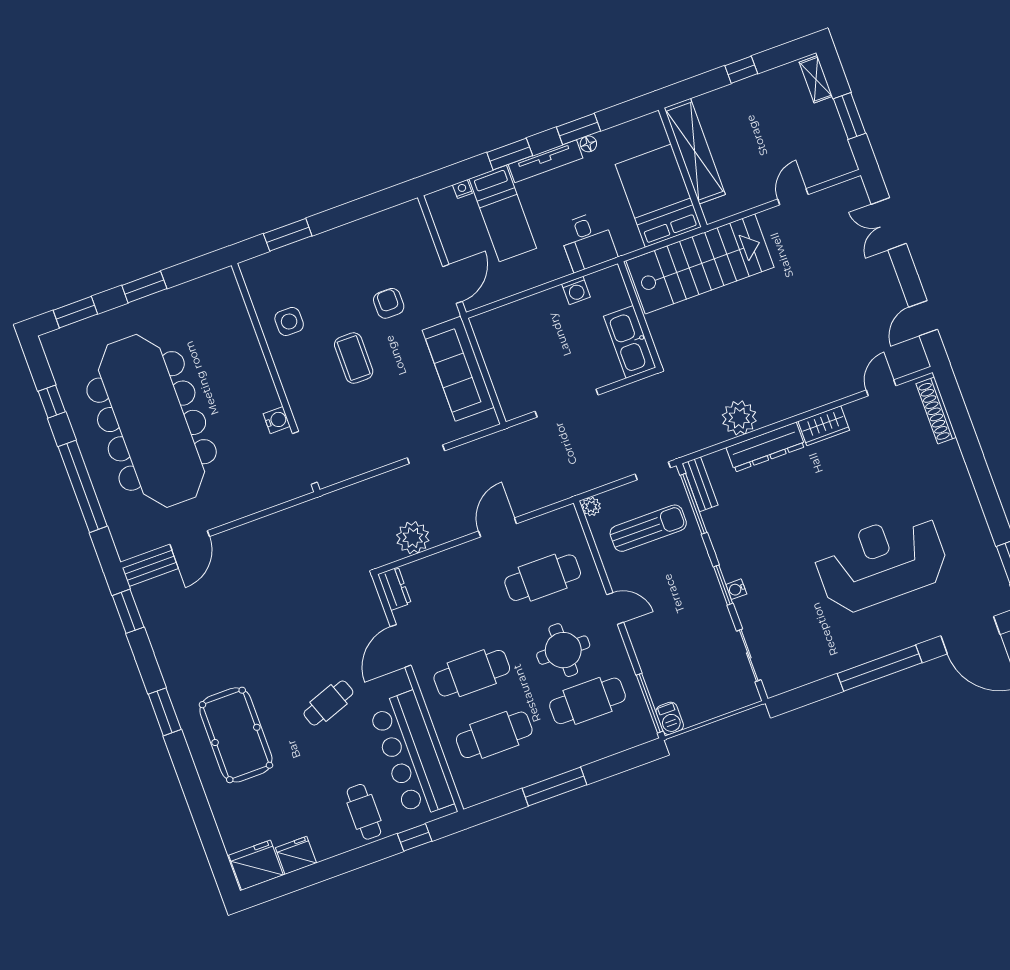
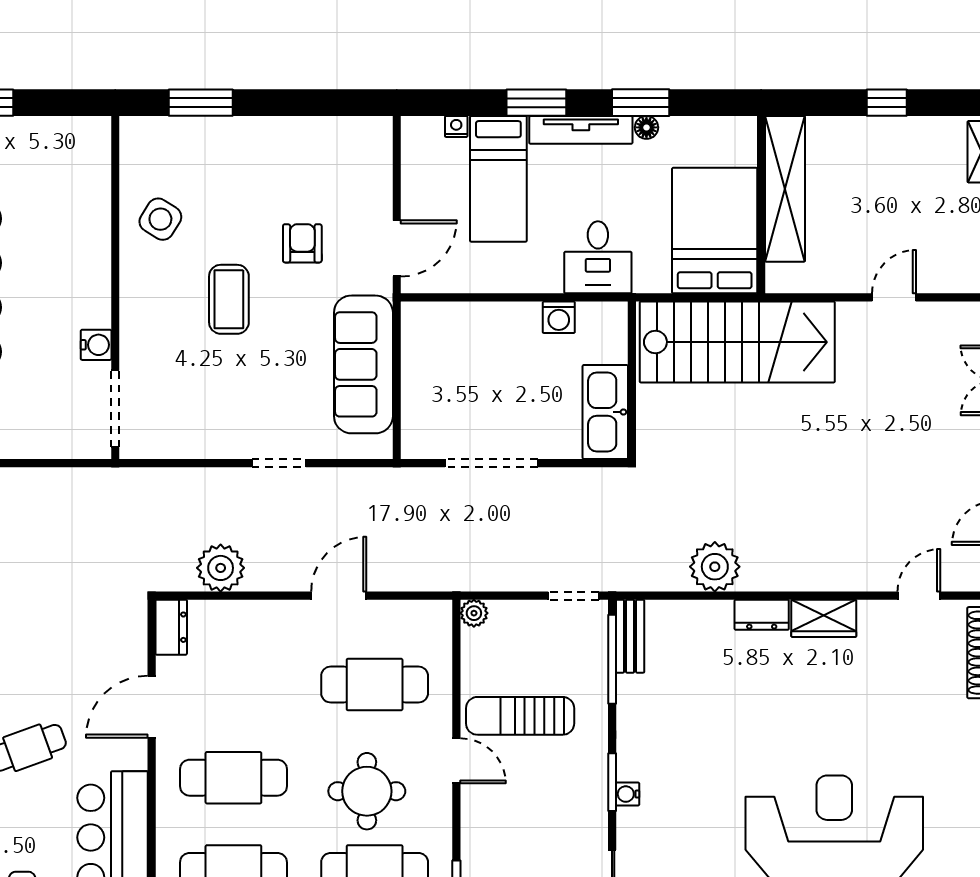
side table: (289, 321) -> (160, 219), turned 32
dresser: (766, 447) -> (762, 615), width x0.51, depth x0.80
sun lounger: (648, 528) -> (520, 716), moved, turned 180

